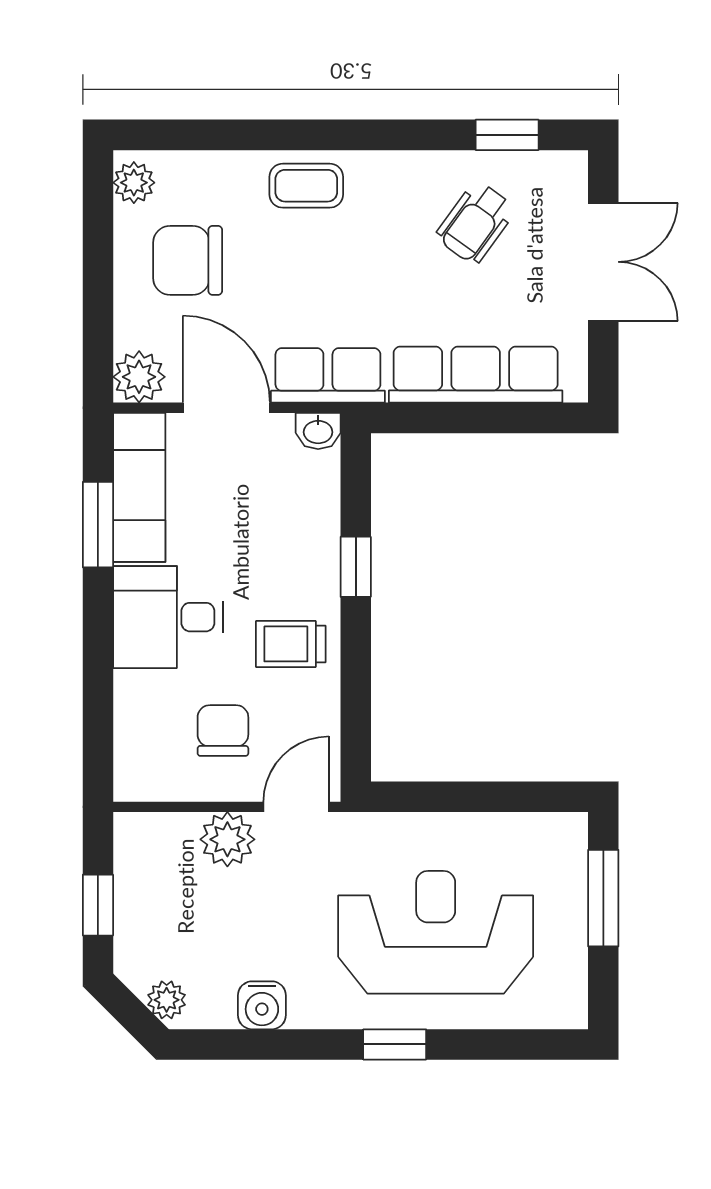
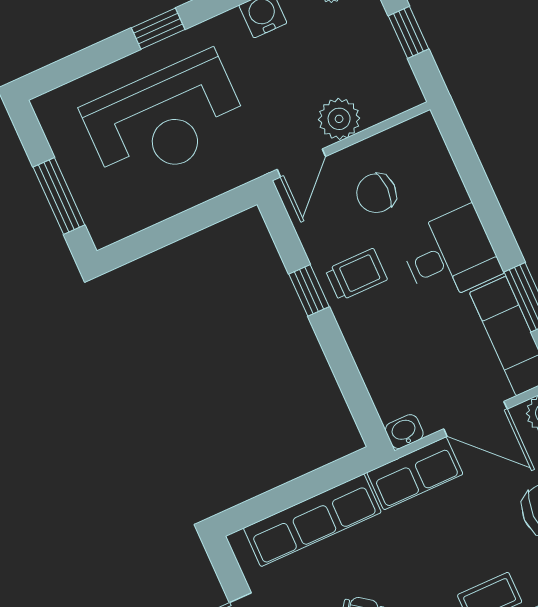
window: (356, 567) -> (309, 290), moved
chair: (223, 731) -> (376, 193), turned 90

